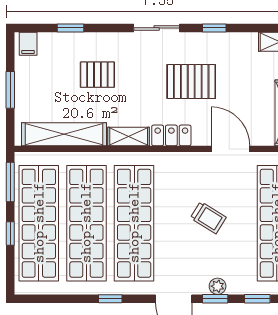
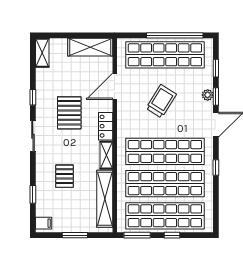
trolley: (208, 218) -> (161, 101), width x1.36, depth x1.39

